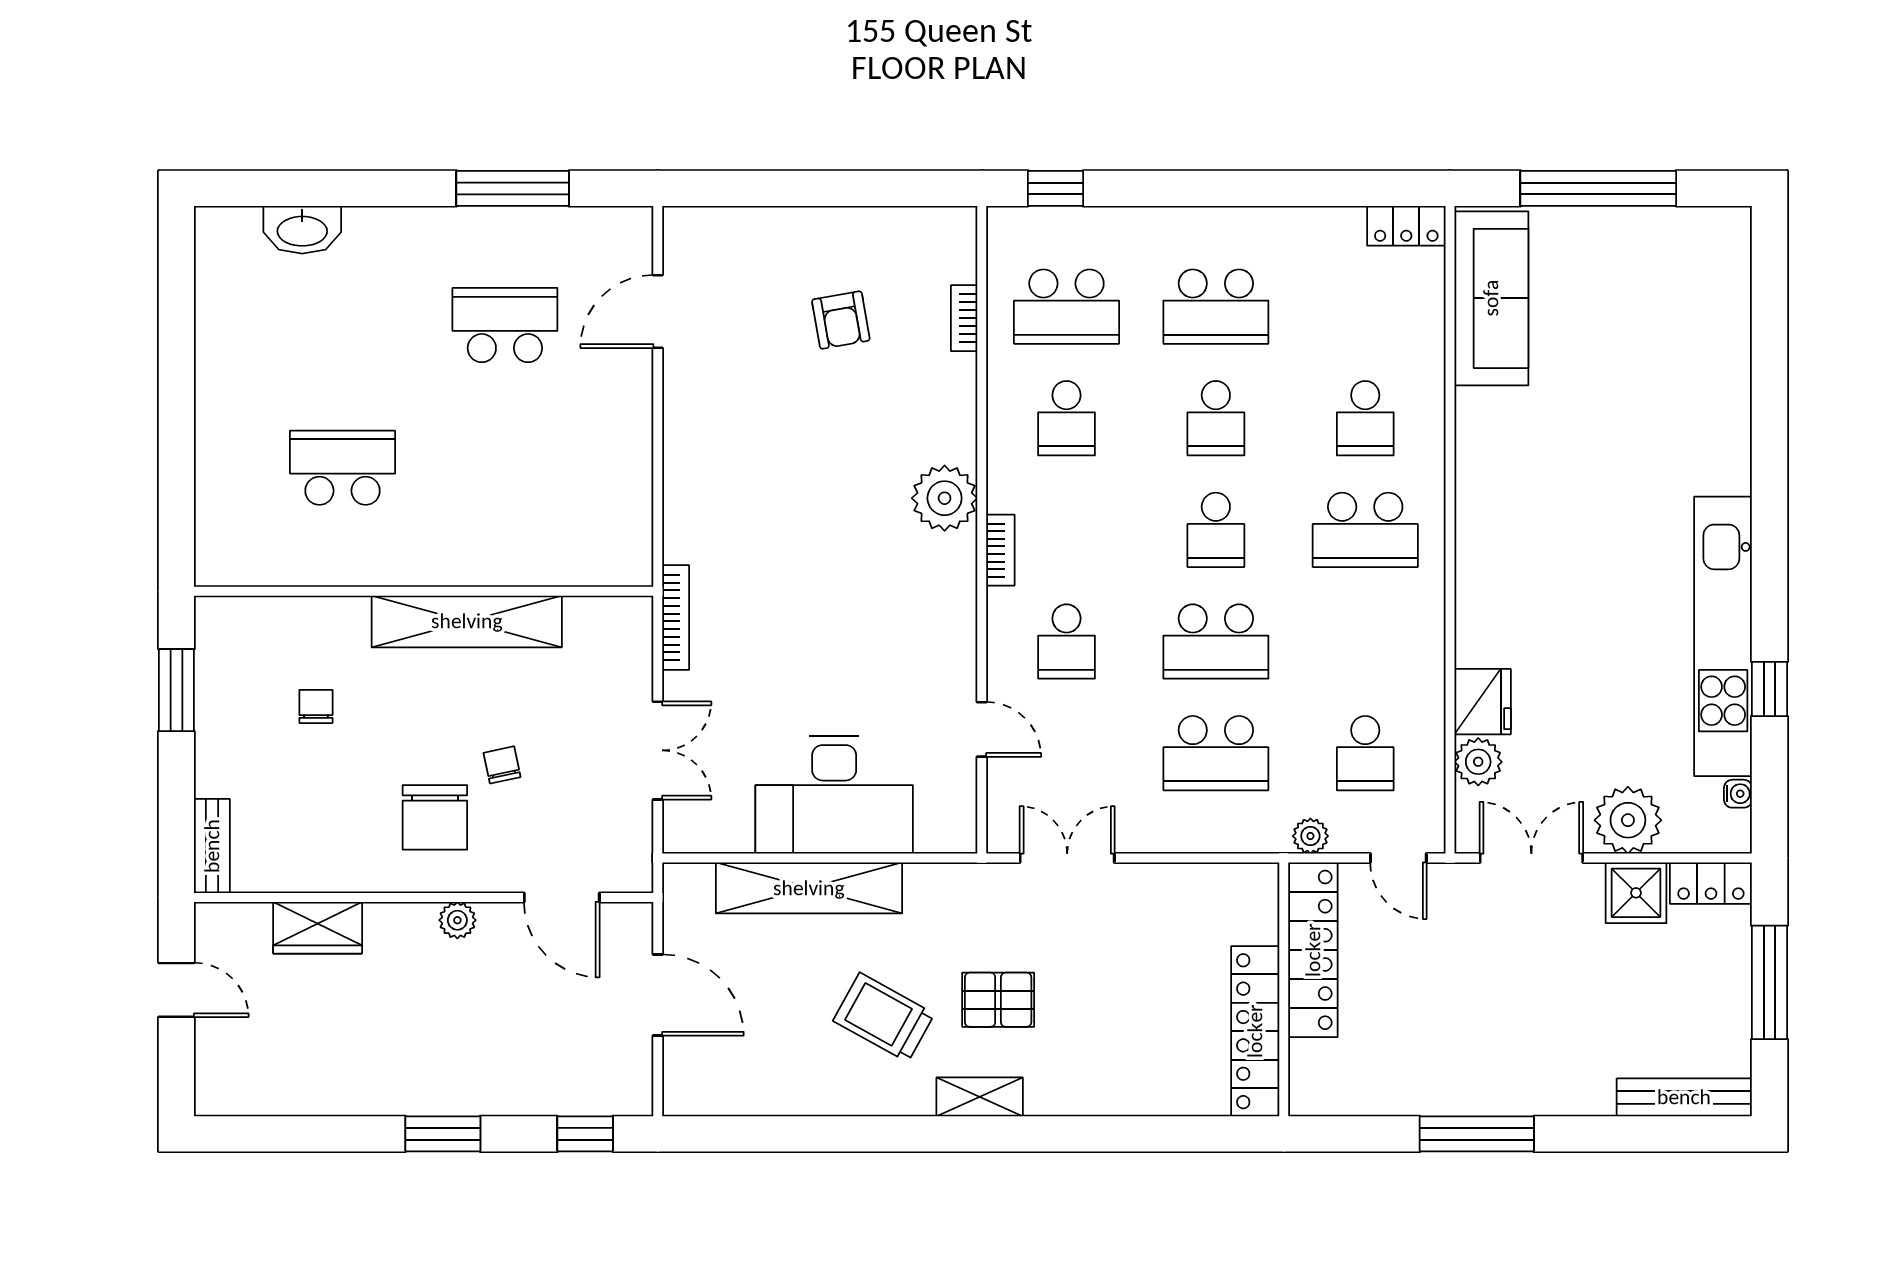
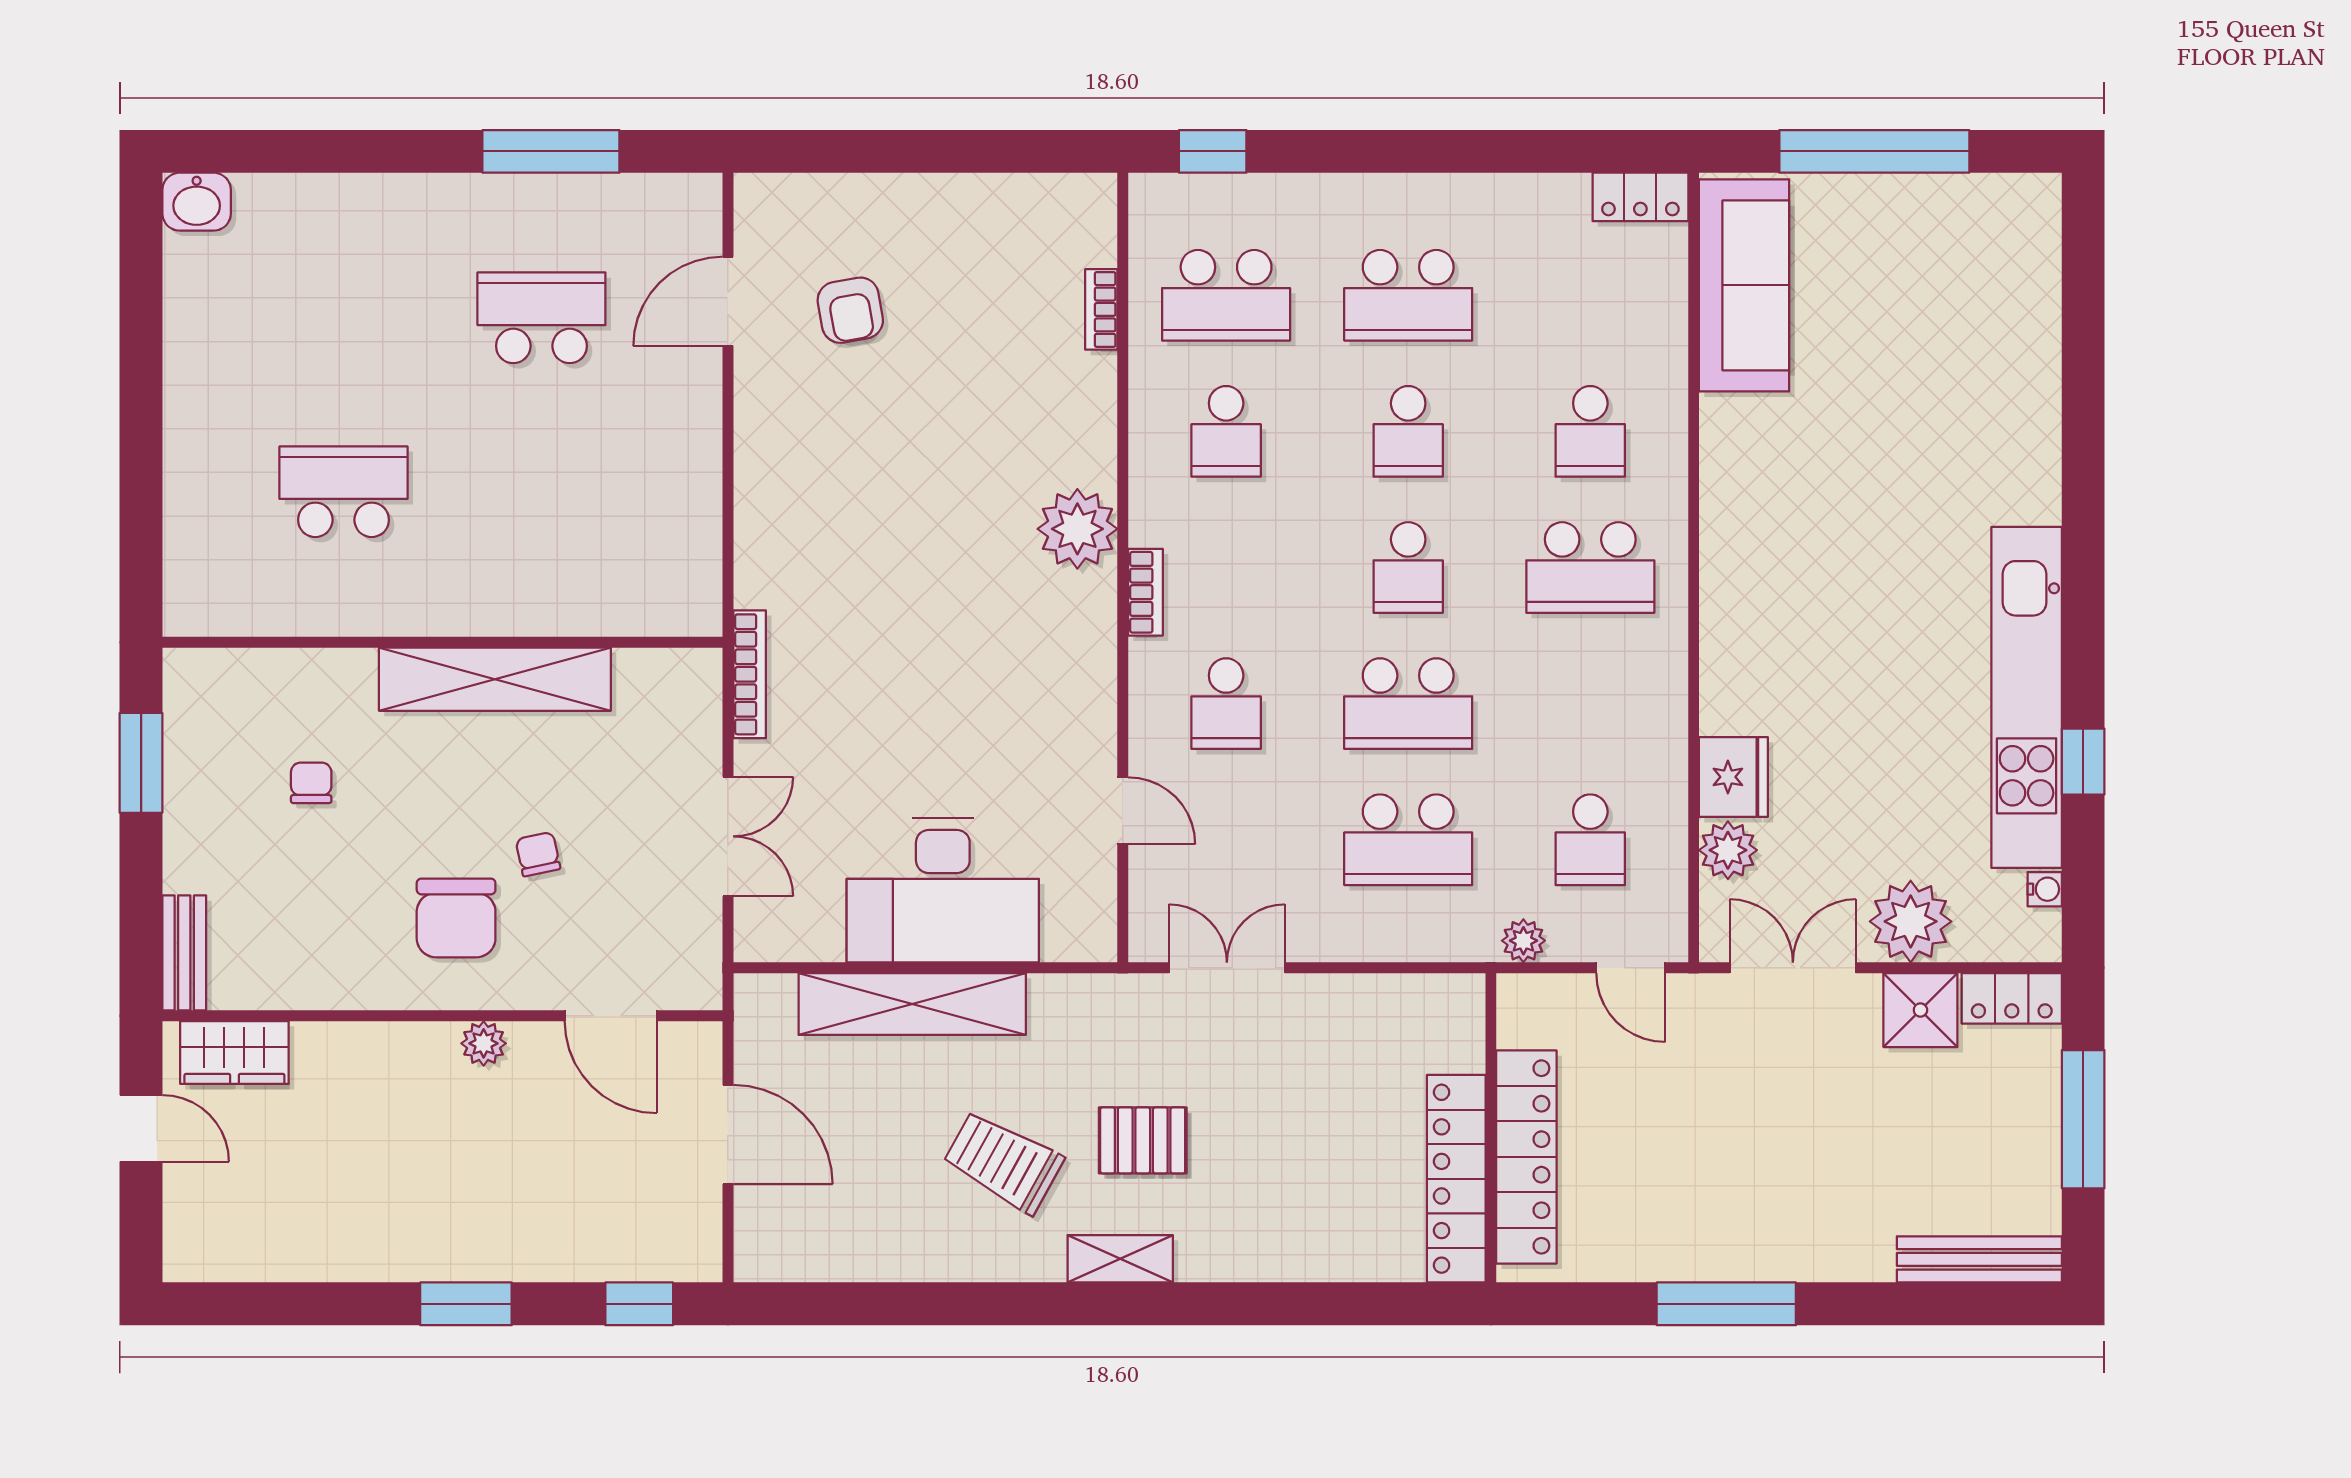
washbasin: (302, 230) -> (197, 202), moved, width x0.72
armchair: (841, 320) -> (850, 310), moved
wardrobe: (318, 928) -> (234, 1053), moved
locker: (1313, 950) -> (1526, 1157), moved

